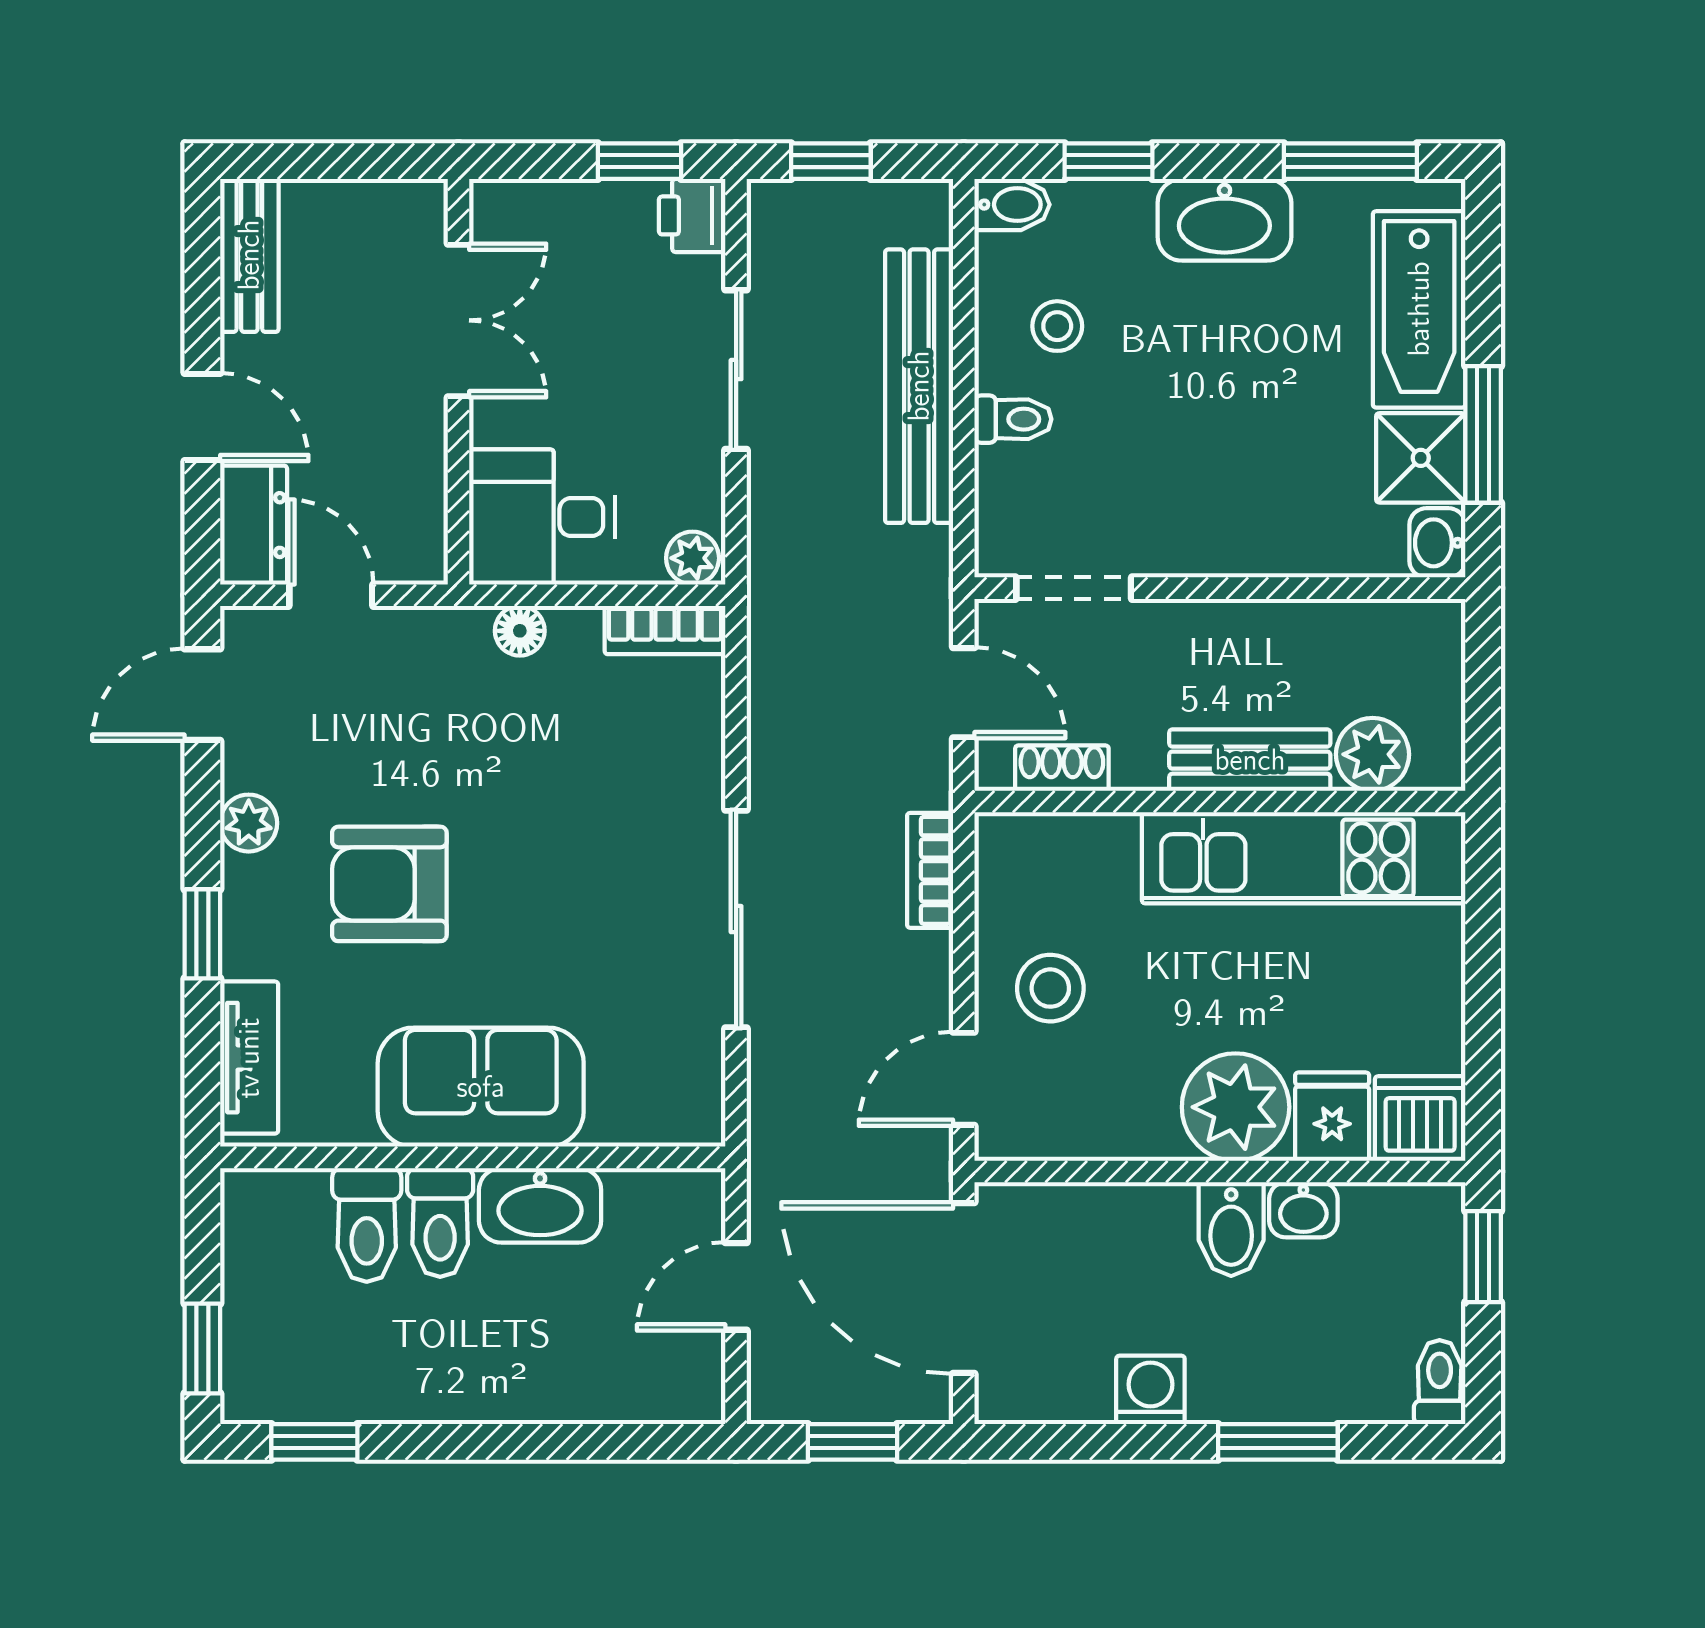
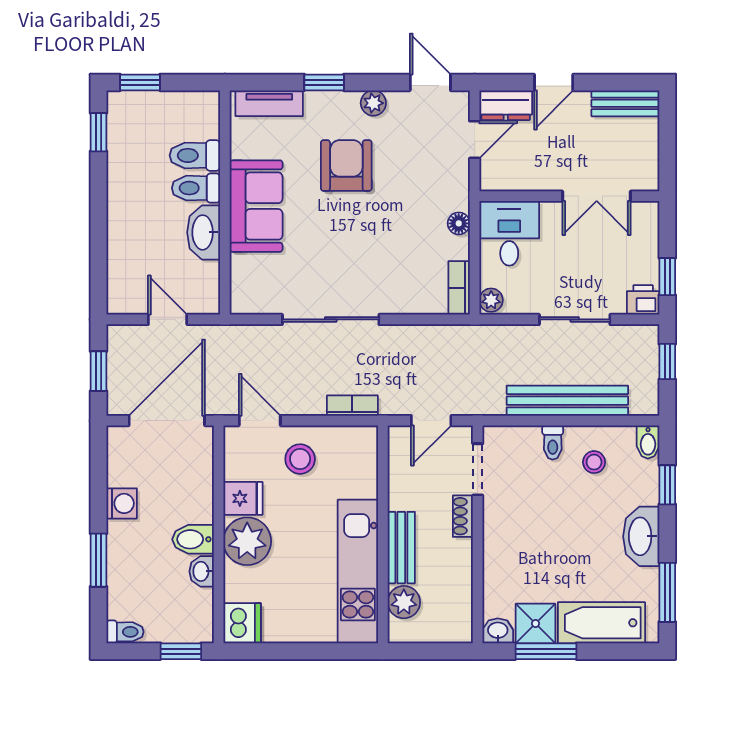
shoe rack: (1062, 768) -> (463, 516), moved, turned 180
fridge: (1332, 1117) -> (243, 498), moved

